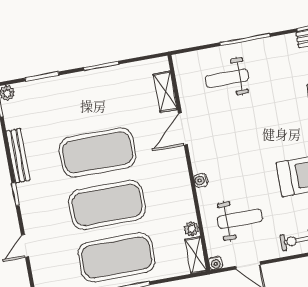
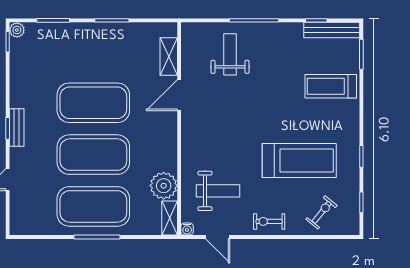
weight bench: (227, 78) -> (230, 54), turned 90
bench: (18, 156) -> (17, 128), moved, width x0.73
water cooler: (201, 180) -> (187, 147), removed
plant: (192, 229) -> (164, 186), width x1.87, depth x1.87

